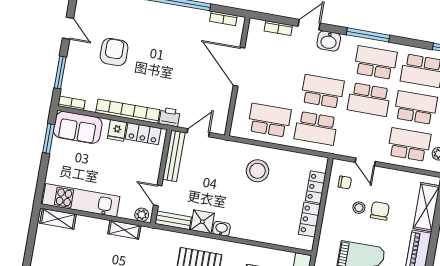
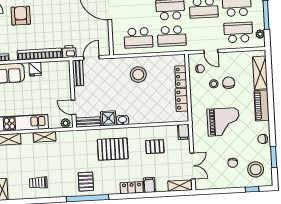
school desk: (269, 120) -> (138, 38), turned 180
locker: (143, 134) -> (54, 67), removed
bench: (174, 156) -> (78, 73), width x0.73
shelving: (124, 230) -> (45, 137), moved

